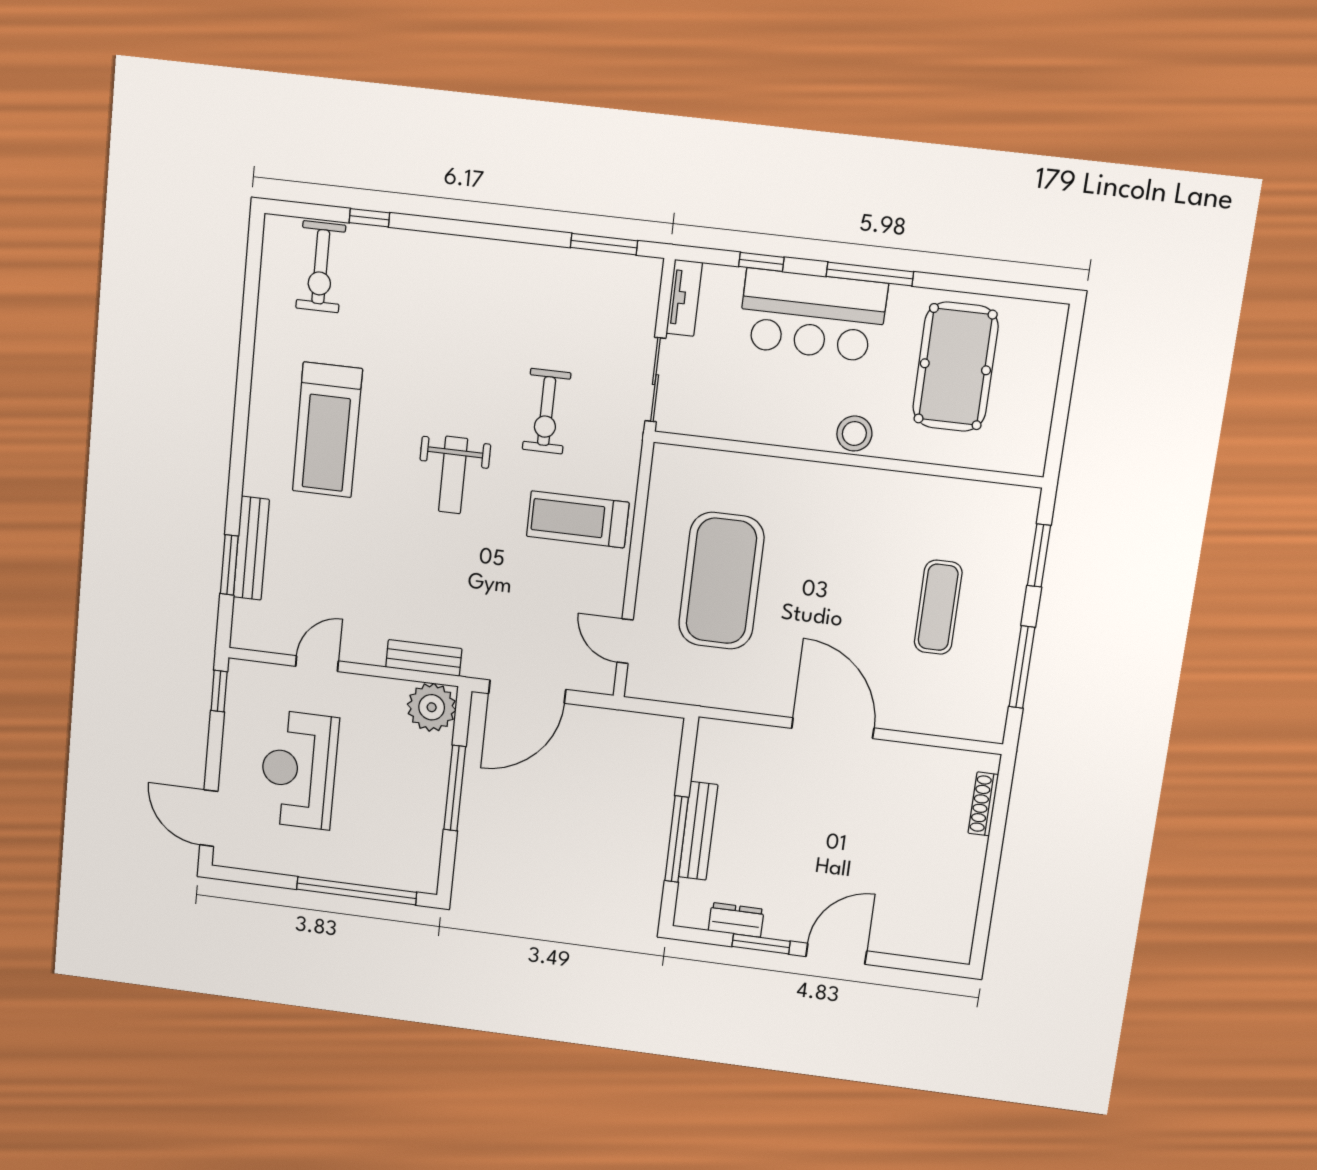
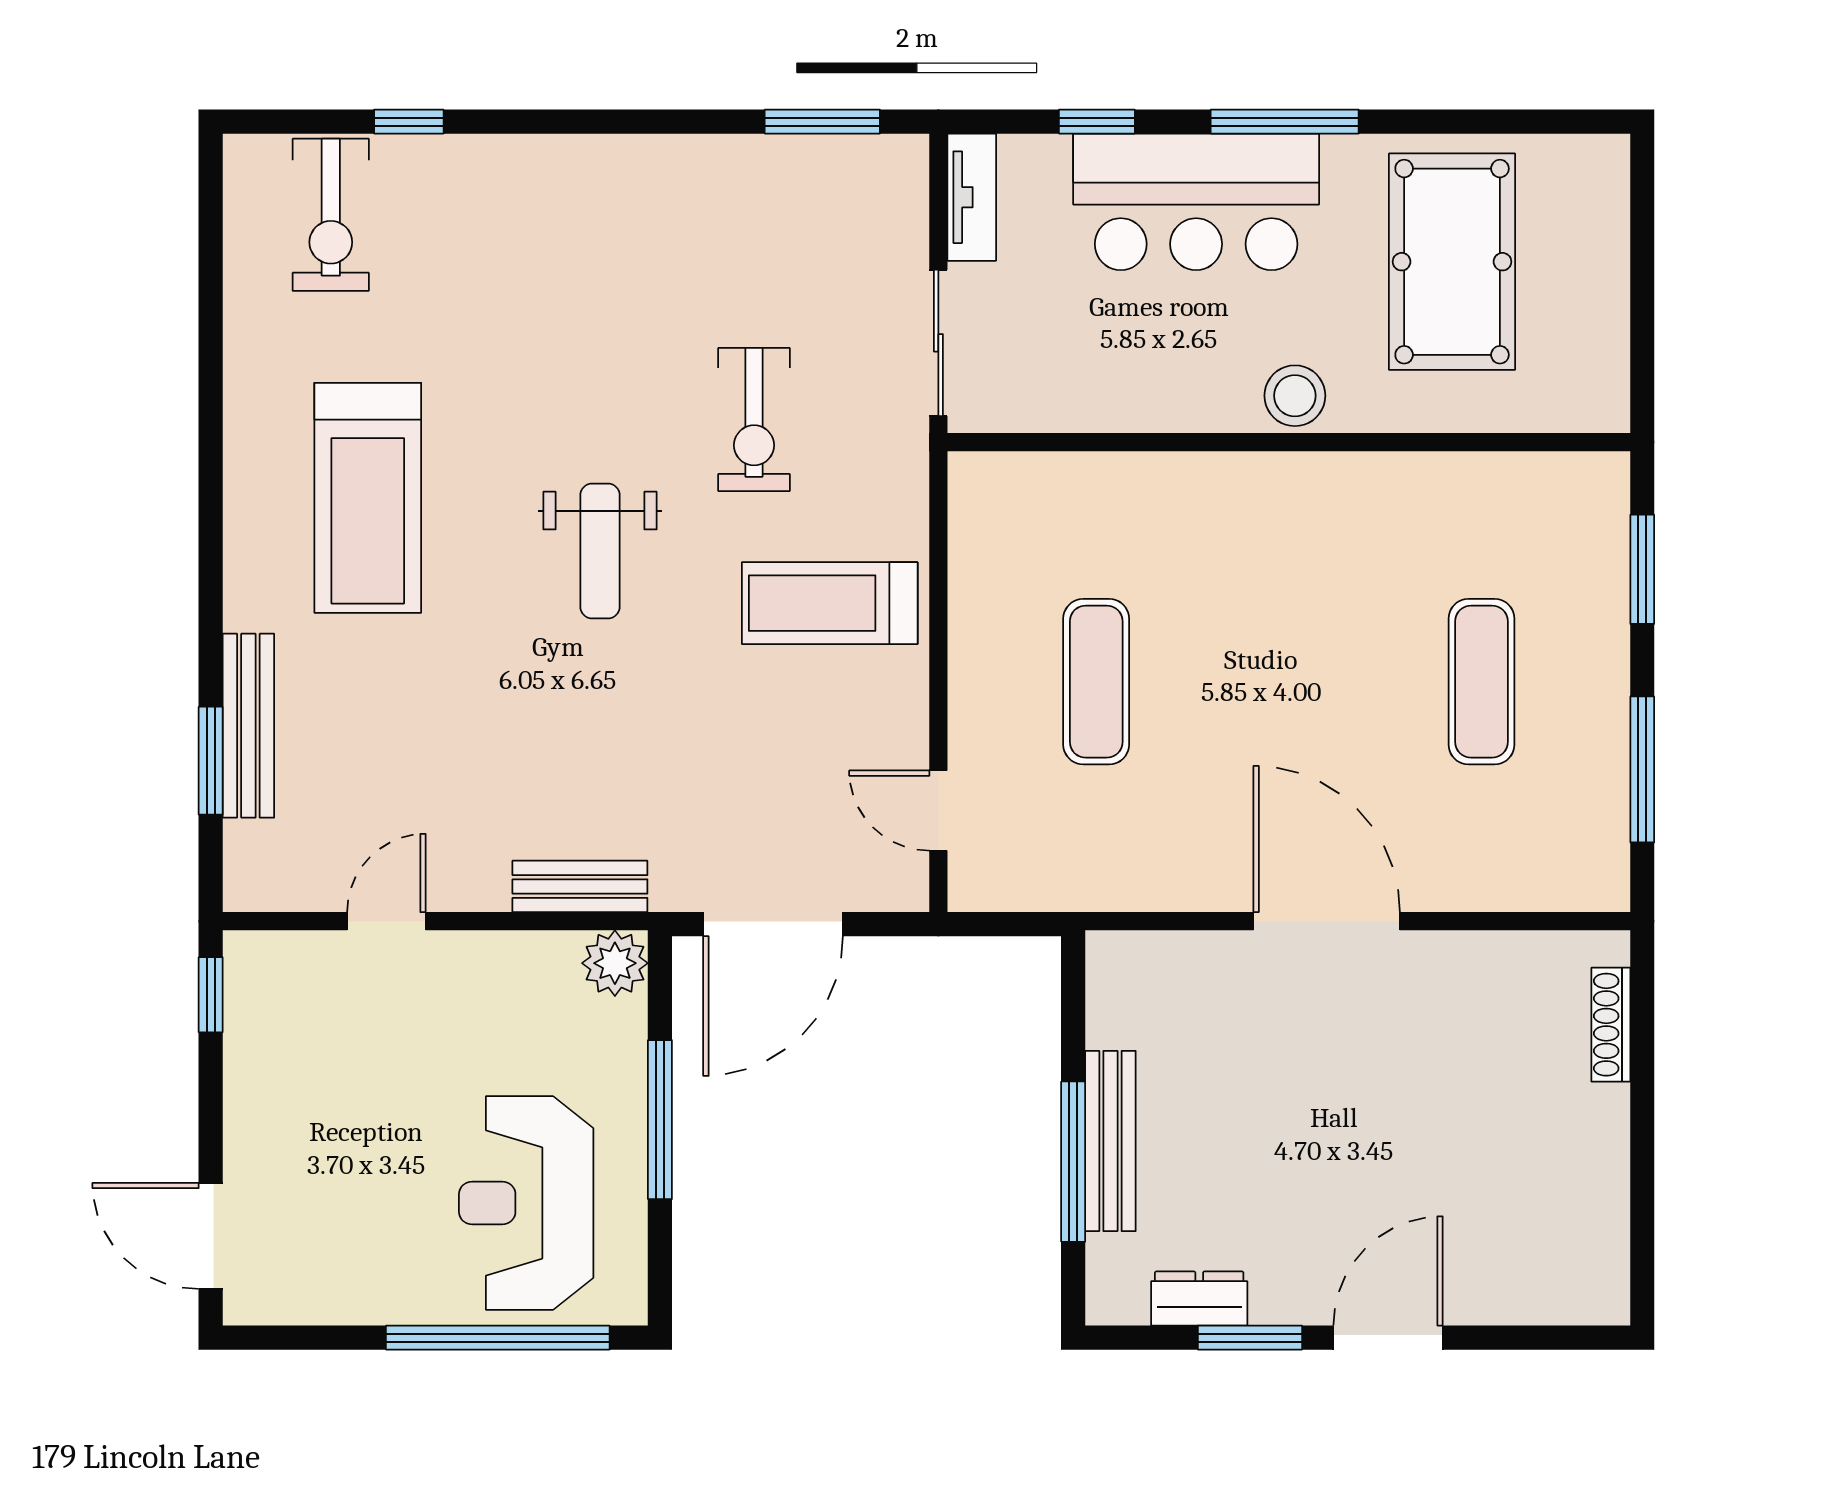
exercise mat: (721, 581) -> (1096, 682), width x0.50, depth x0.69
plant: (432, 707) -> (615, 963), width x0.73, depth x0.73
reception desk: (299, 770) -> (526, 1203), moved

